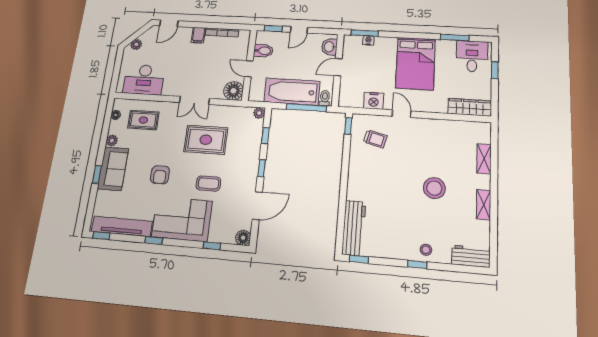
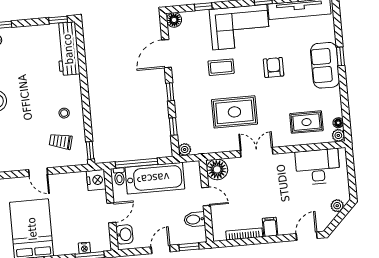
nightstand: (374, 101) -> (96, 180), moved, turned 90
plant: (112, 141) -> (338, 135), moved
stool: (368, 165) -> (64, 113), added

